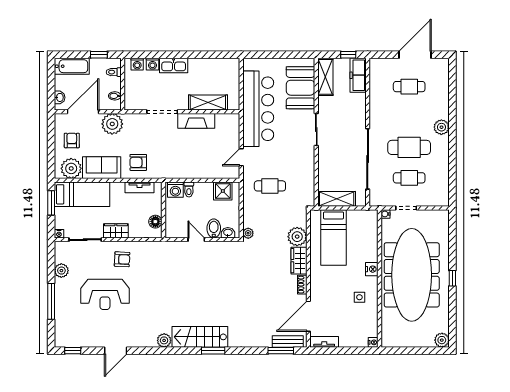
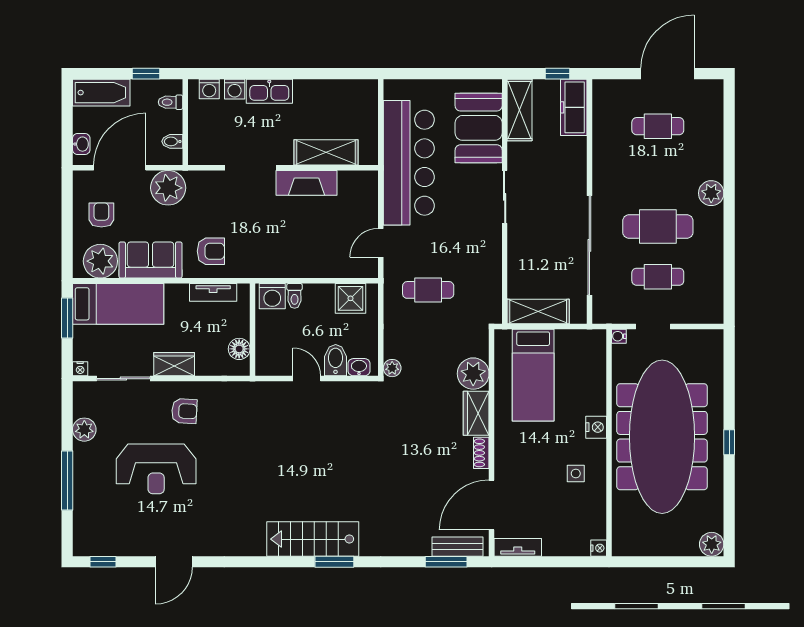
armchair: (138, 162) -> (211, 251), turned 180
plant: (164, 340) -> (254, 545), removed

